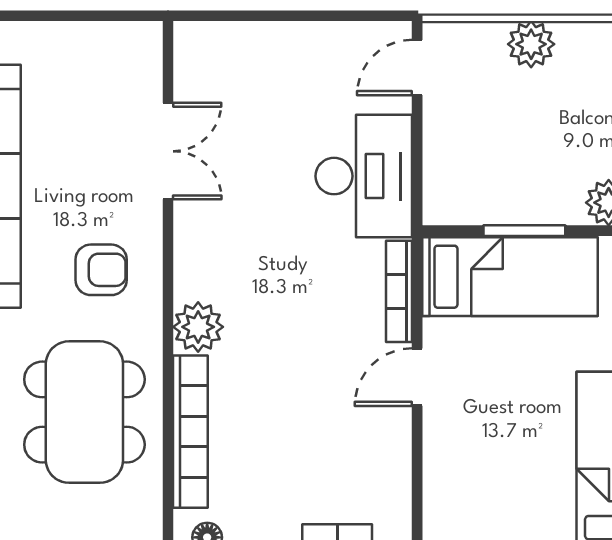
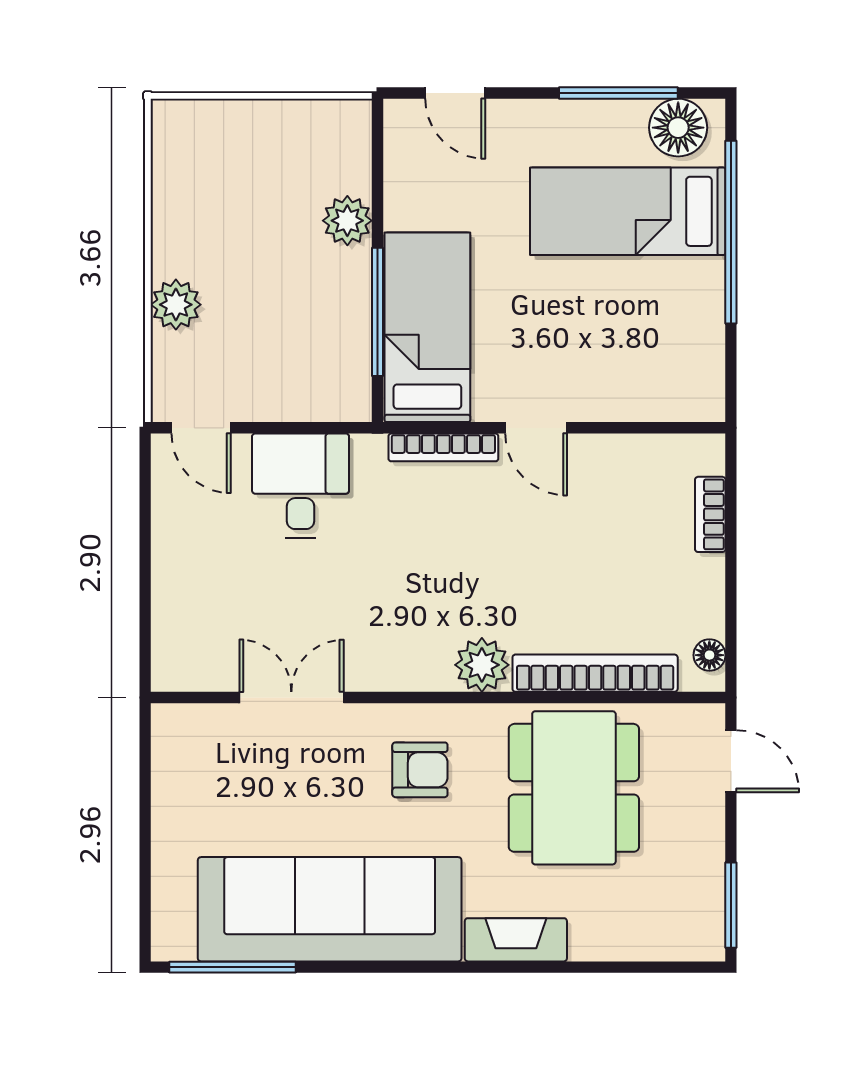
desk: (364, 176) -> (301, 485), width x0.73
window: (524, 231) -> (378, 312), width x1.44
armchair: (101, 270) -> (420, 770), turned 90
dining table: (84, 412) -> (574, 788), turned 90

